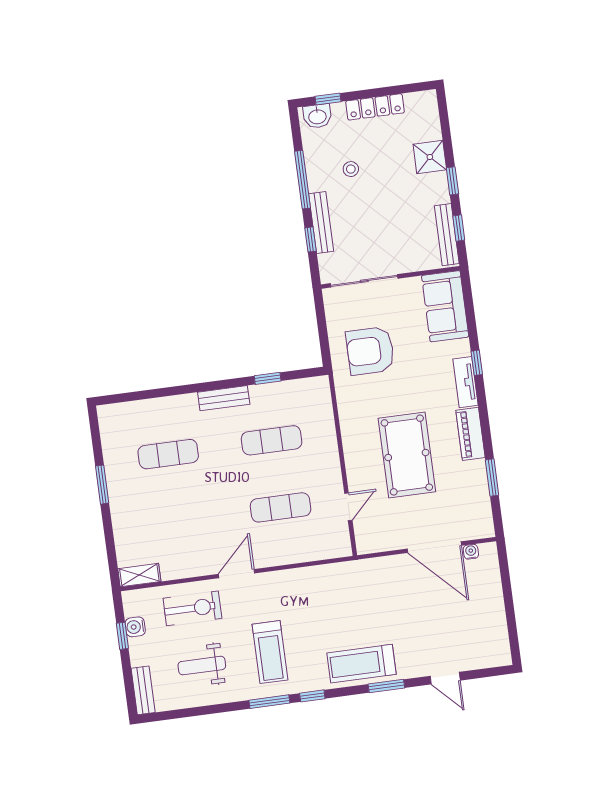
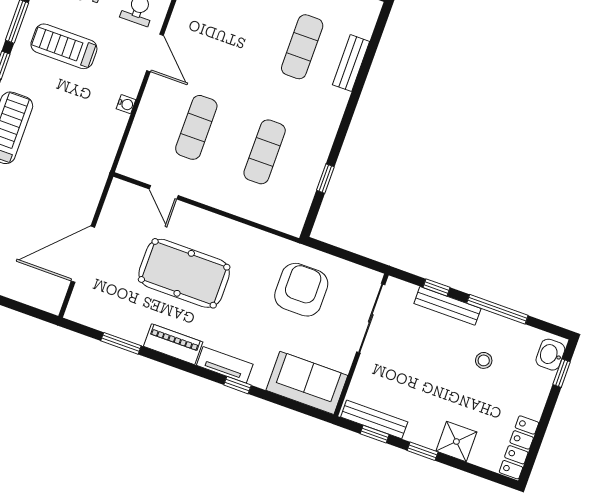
locker: (375, 107) -> (519, 447), moved
bench: (224, 398) -> (351, 63), moved
water cooler: (471, 552) -> (126, 104), moved

